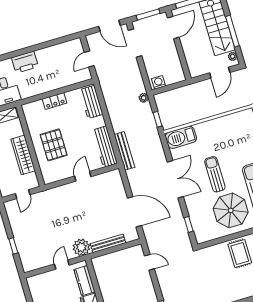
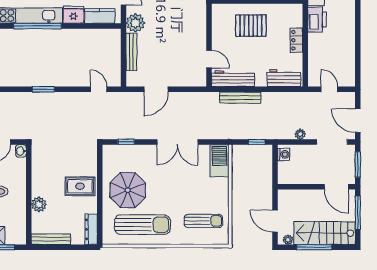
door: (109, 26) -> (358, 121), hinge flipped
printer: (25, 62) -> (317, 20), moved, turned 180
plant: (144, 98) -> (300, 134), moved
window: (157, 119) -> (257, 142), moved
bench: (124, 151) -> (240, 98), moved
sun lounger: (215, 174) -> (203, 221), moved
door: (83, 176) -> (209, 59), moved
door: (134, 212) -> (156, 89), width x0.73
door: (149, 262) -> (99, 89), swing flipped

